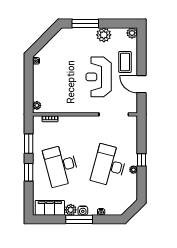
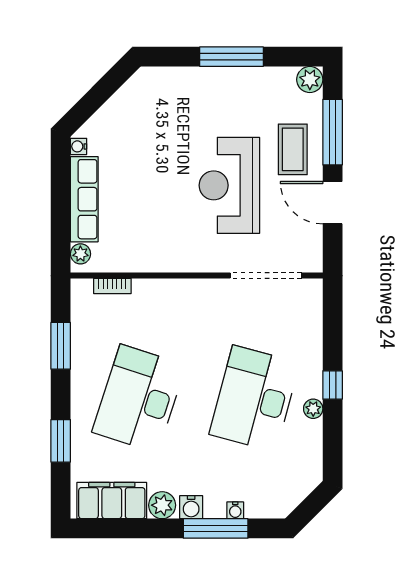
window: (85, 24) -> (231, 57), moved
plant: (104, 35) -> (242, 84), removed
window: (142, 55) -> (333, 132), added
row of seats: (38, 83) -> (84, 199), added
desk: (61, 165) -> (139, 399), turned 33
window: (29, 172) -> (61, 441), moved
window: (79, 219) -> (216, 528), moved

